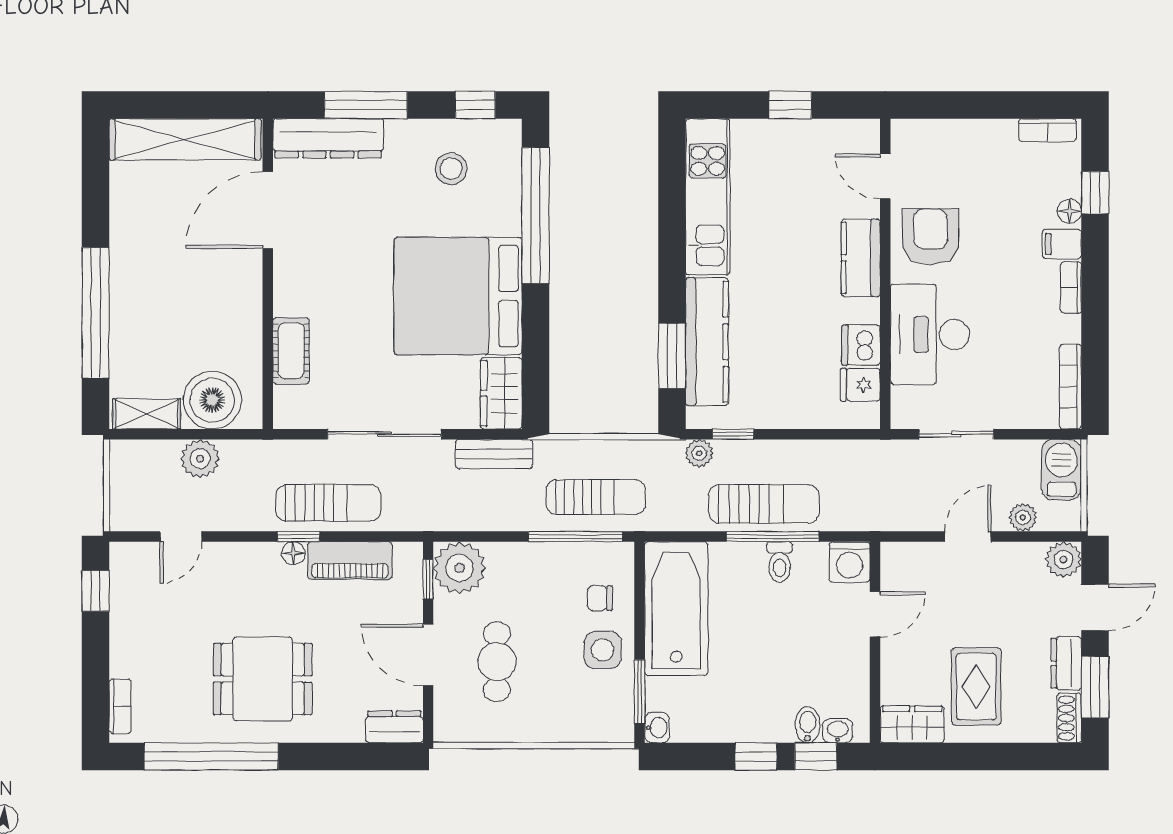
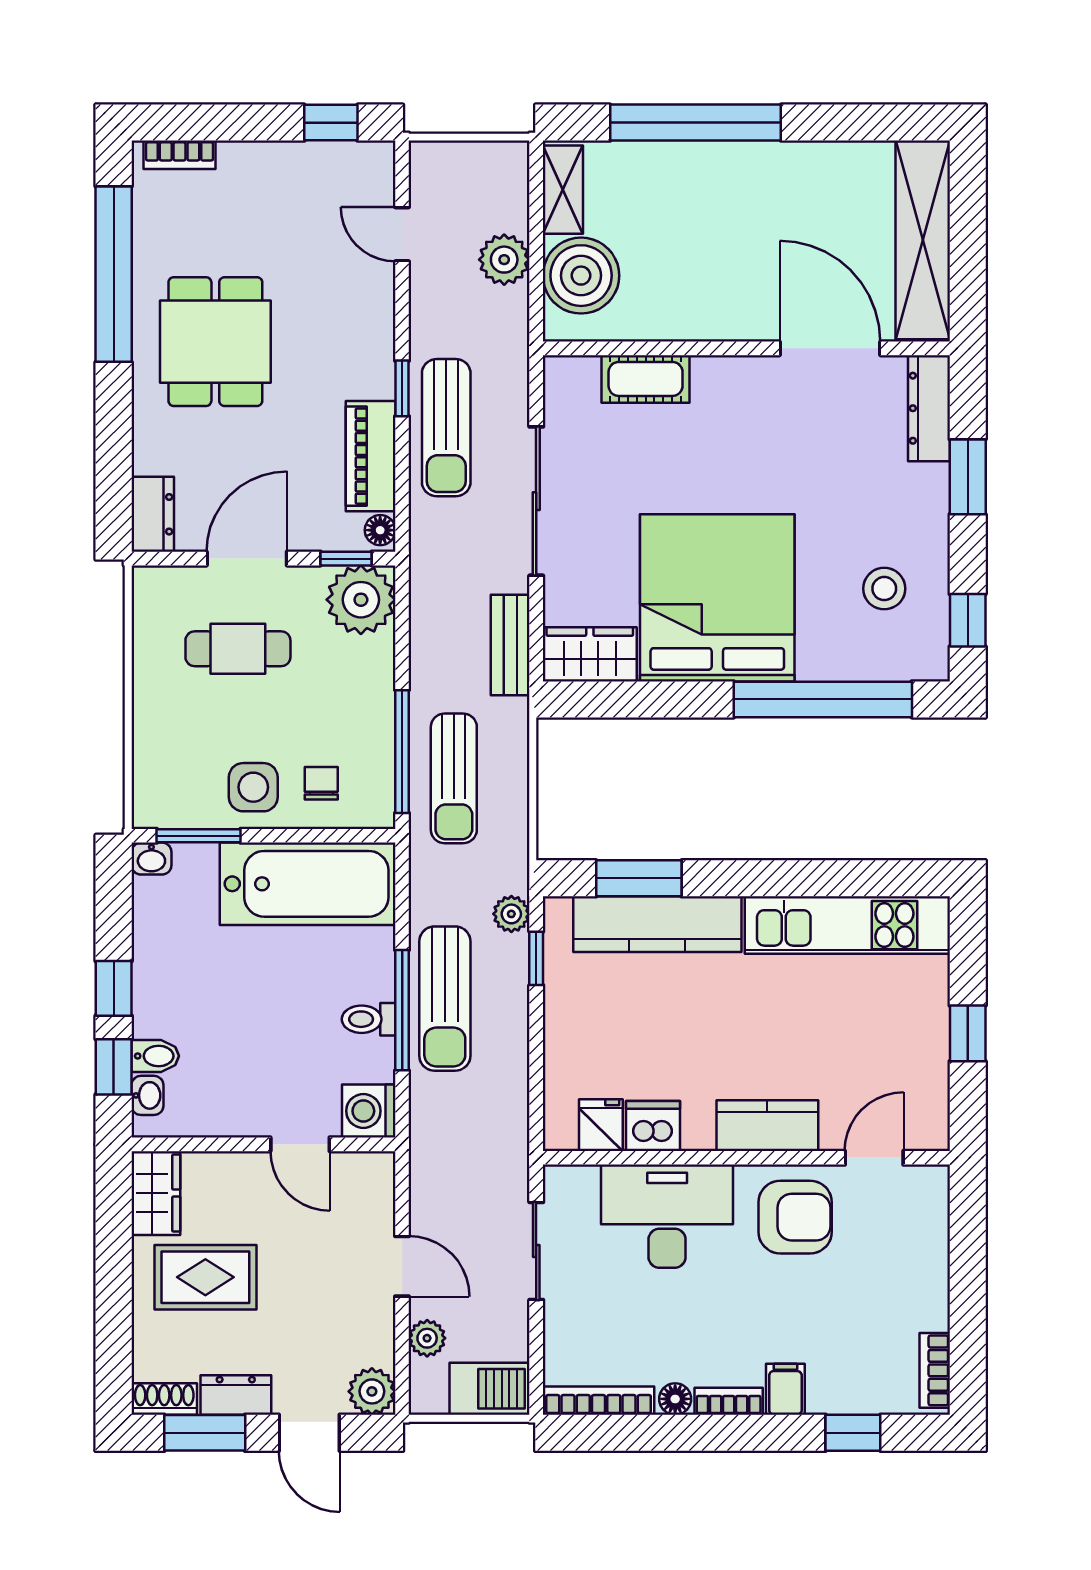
window: (366, 105) -> (968, 477), width x0.69
dresser: (328, 138) -> (929, 408), width x0.73, depth x0.80
floor lamp: (1069, 211) -> (675, 1399), moved
floor lamp: (294, 553) -> (380, 530), moved

